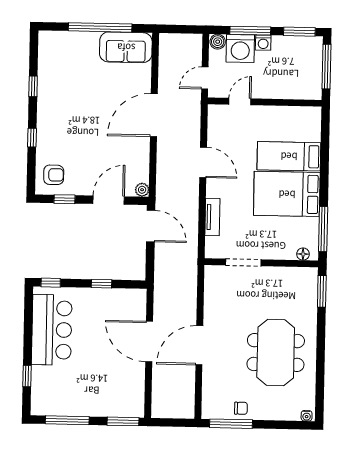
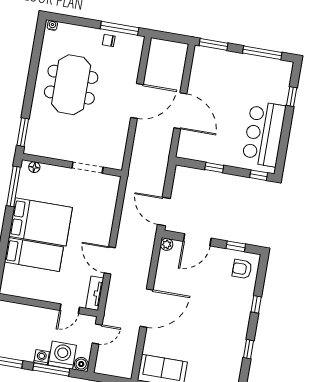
tv unit: (212, 217) -> (95, 293), moved

